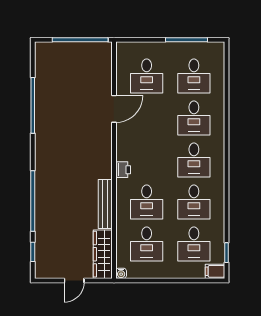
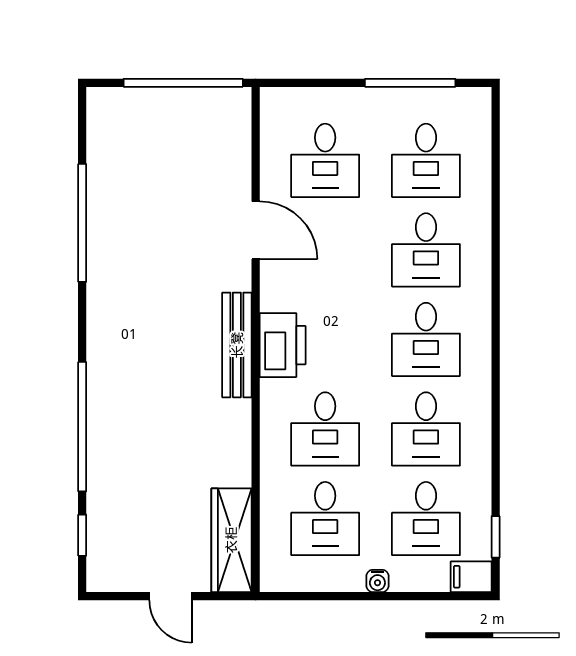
door: (114, 109) -> (256, 230), hinge flipped
printer: (123, 170) -> (283, 345), width x1.87, depth x1.48
bench: (105, 204) -> (237, 345), moved
water cooler: (121, 273) -> (377, 581), moved
door: (74, 280) -> (171, 596), hinge flipped

